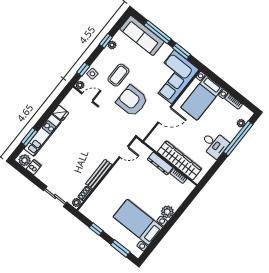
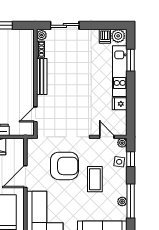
window: (106, 41) -> (131, 201), width x2.17
door: (87, 98) -> (107, 137), swing flipped

